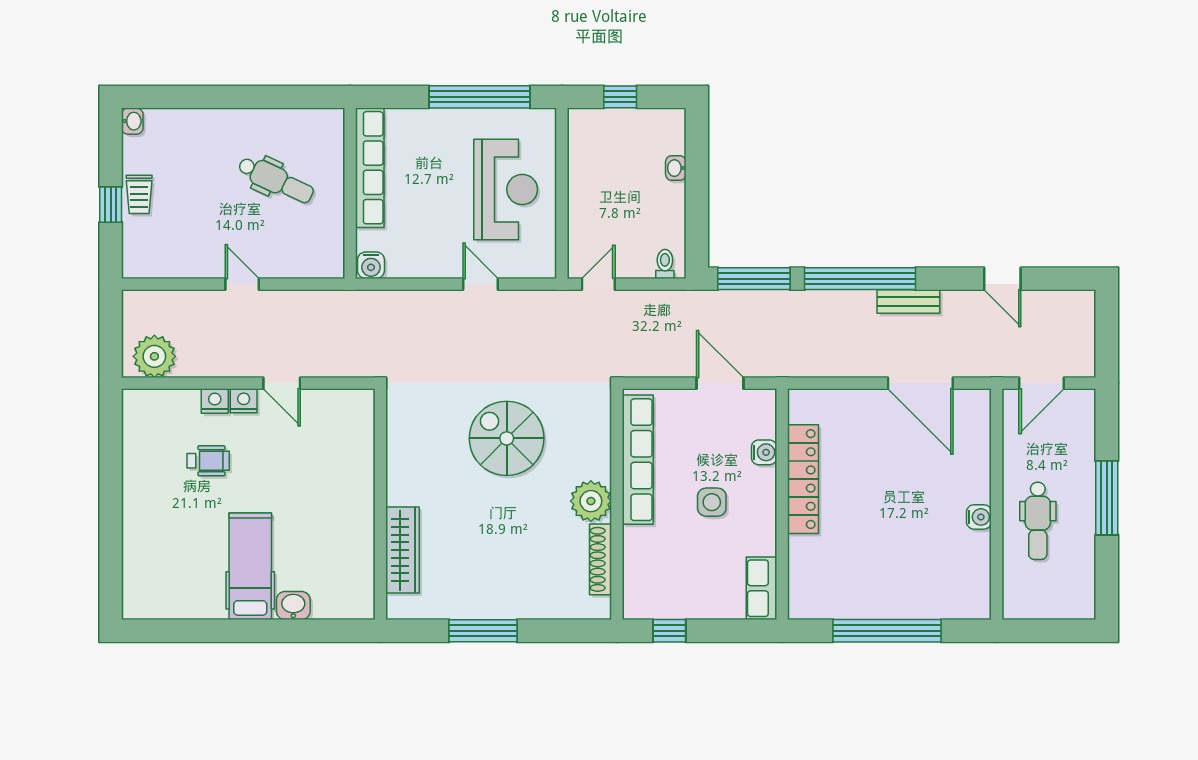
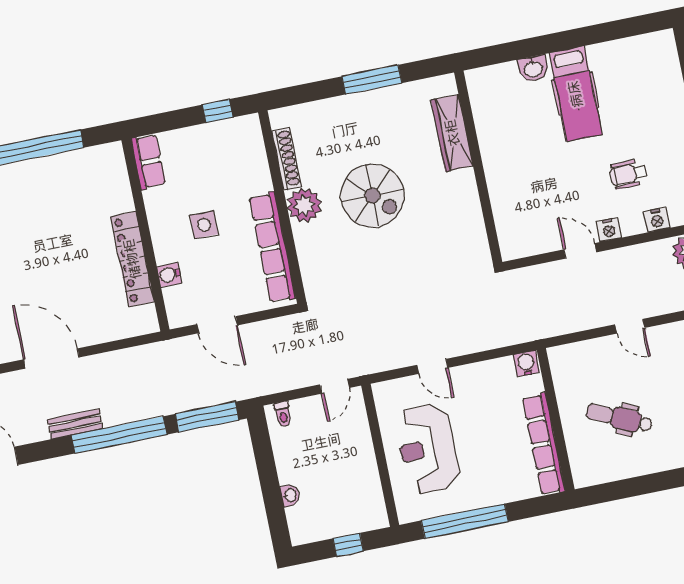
nightstand: (215, 401) -> (657, 220), moved
spiral stairs: (507, 438) -> (372, 196), moved

